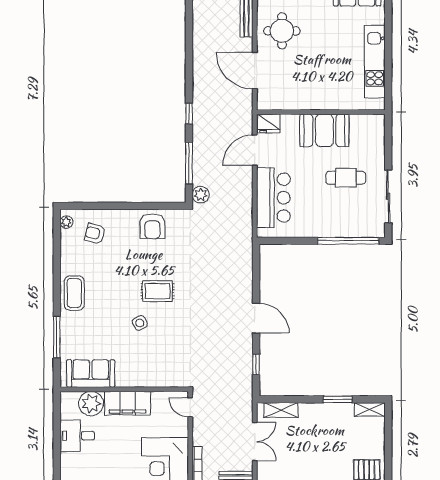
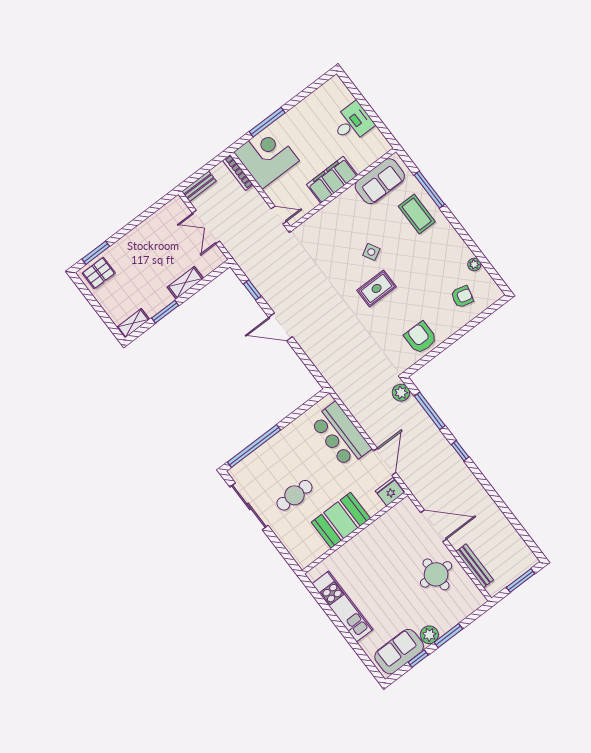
plant: (66, 222) -> (474, 264), moved
coffee table: (74, 293) -> (417, 214), moved
plant: (91, 404) -> (361, 157), removed
shelving: (281, 410) -> (185, 283), moved

